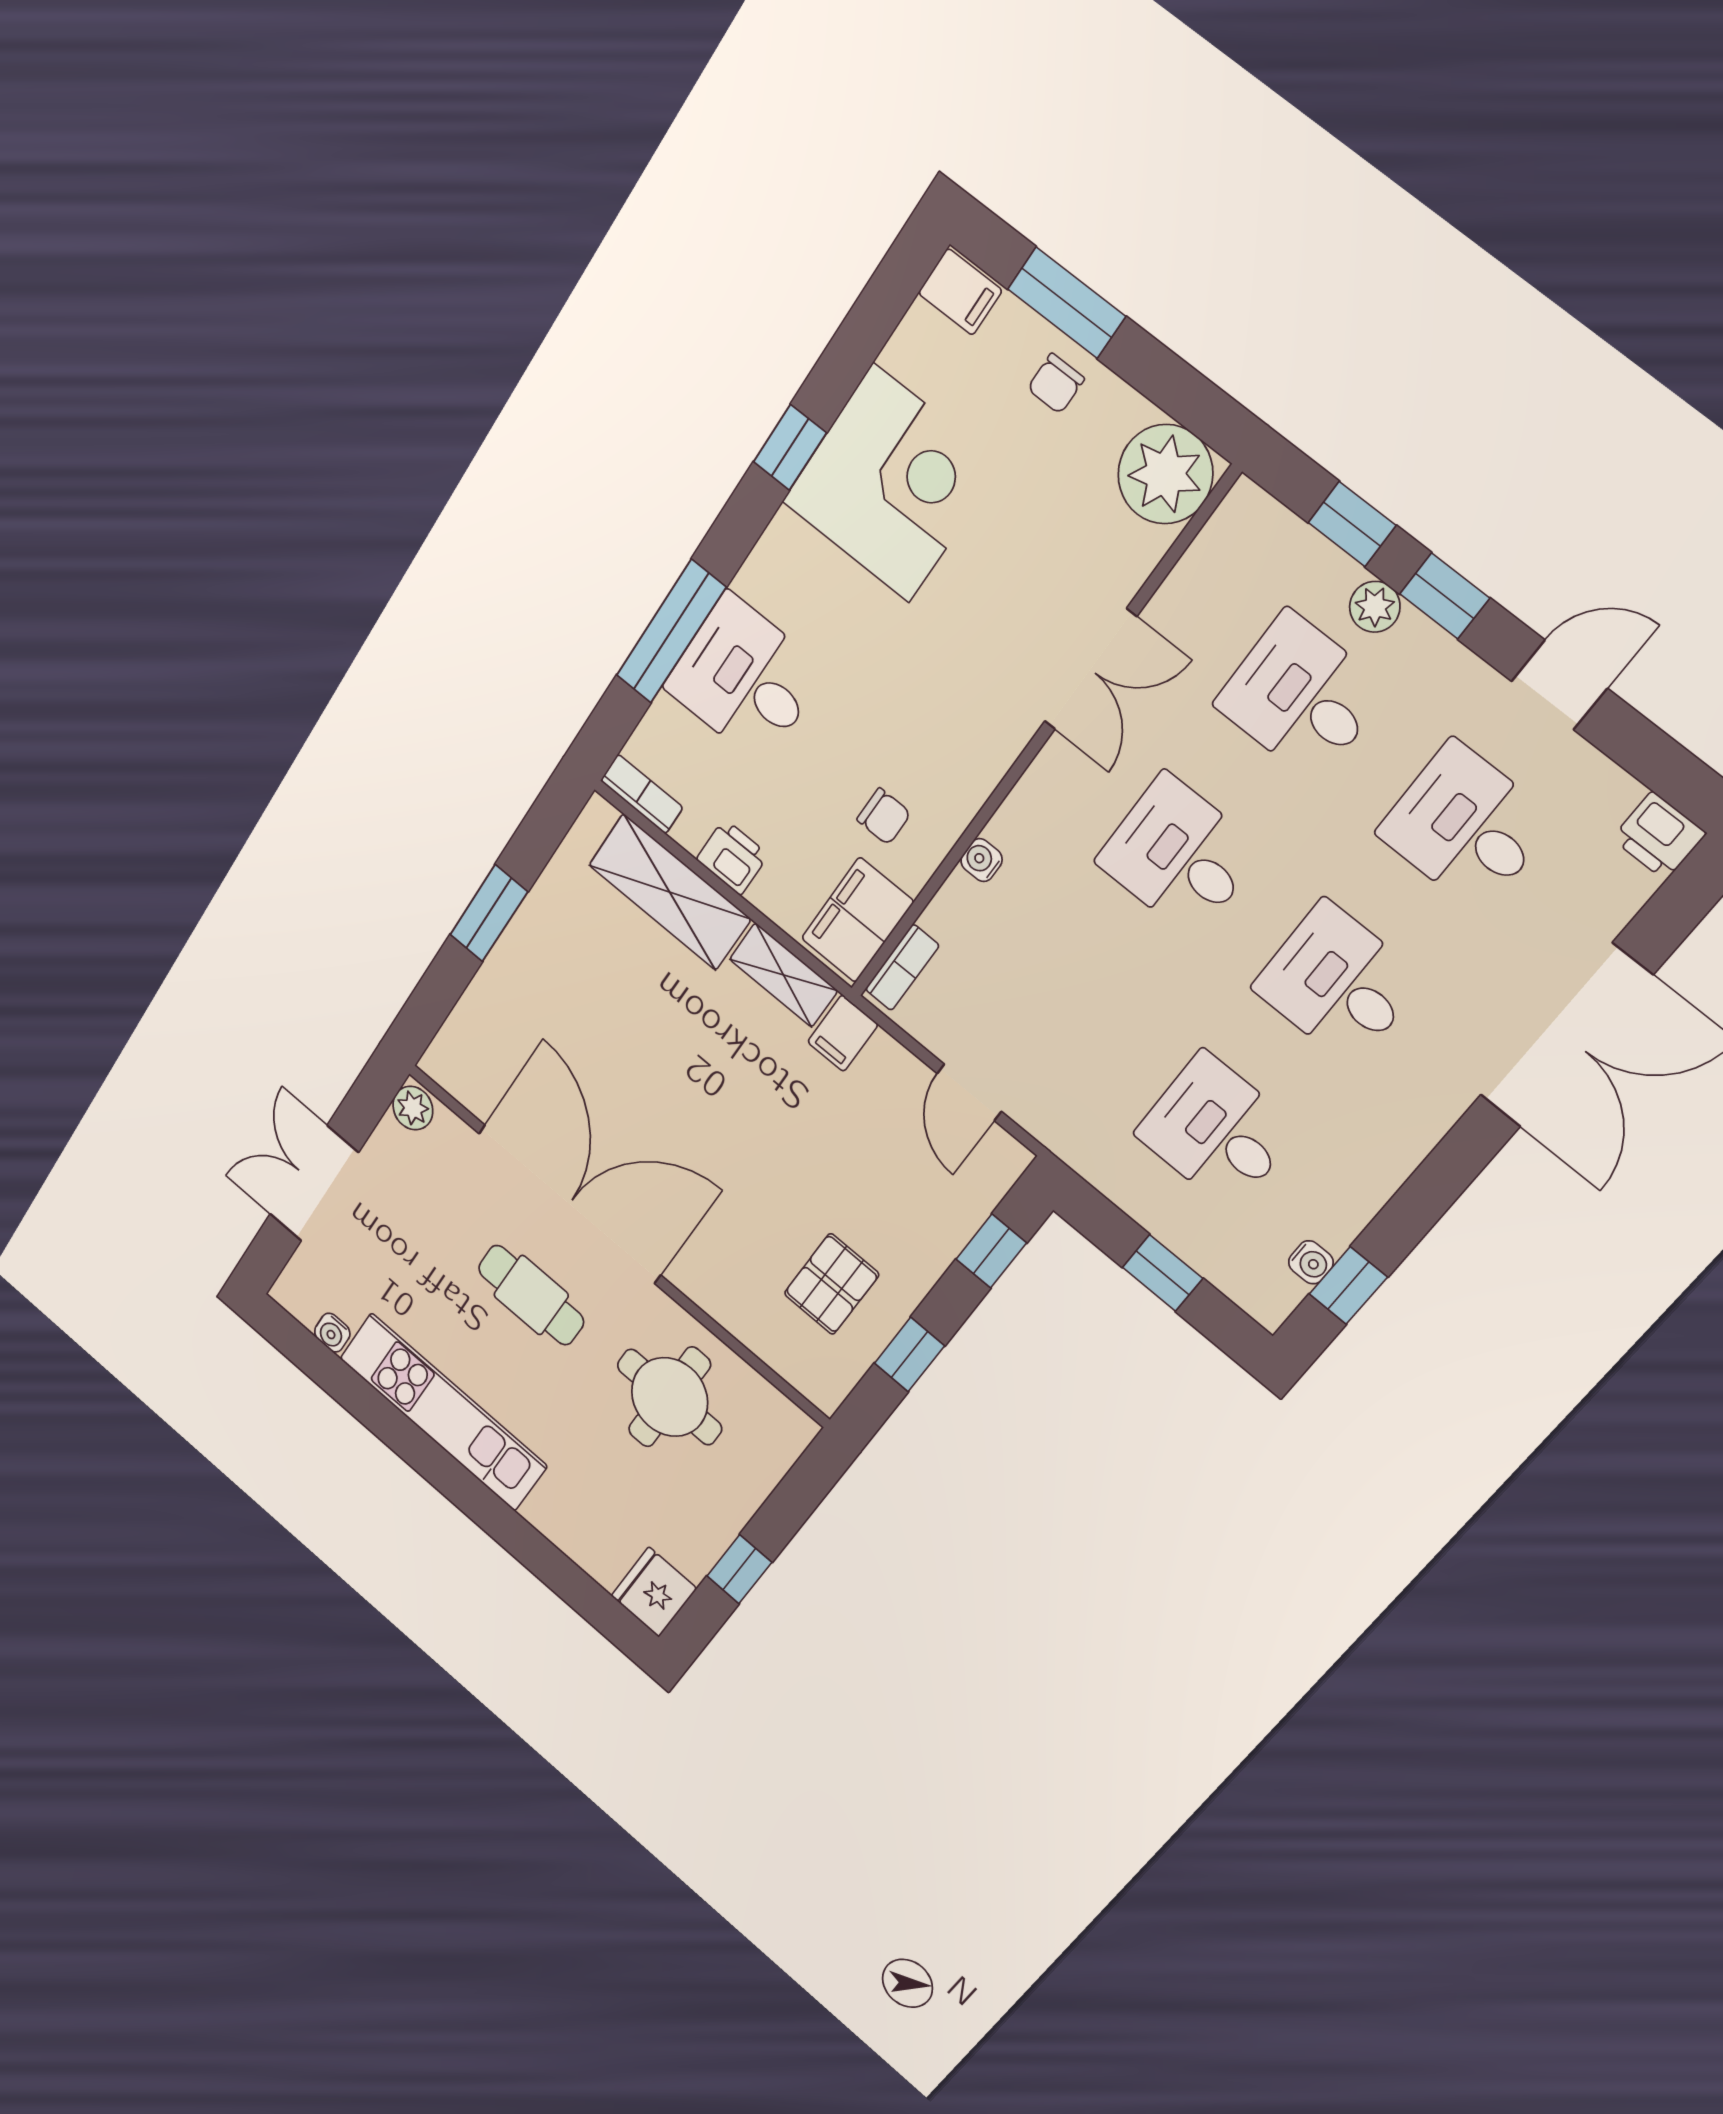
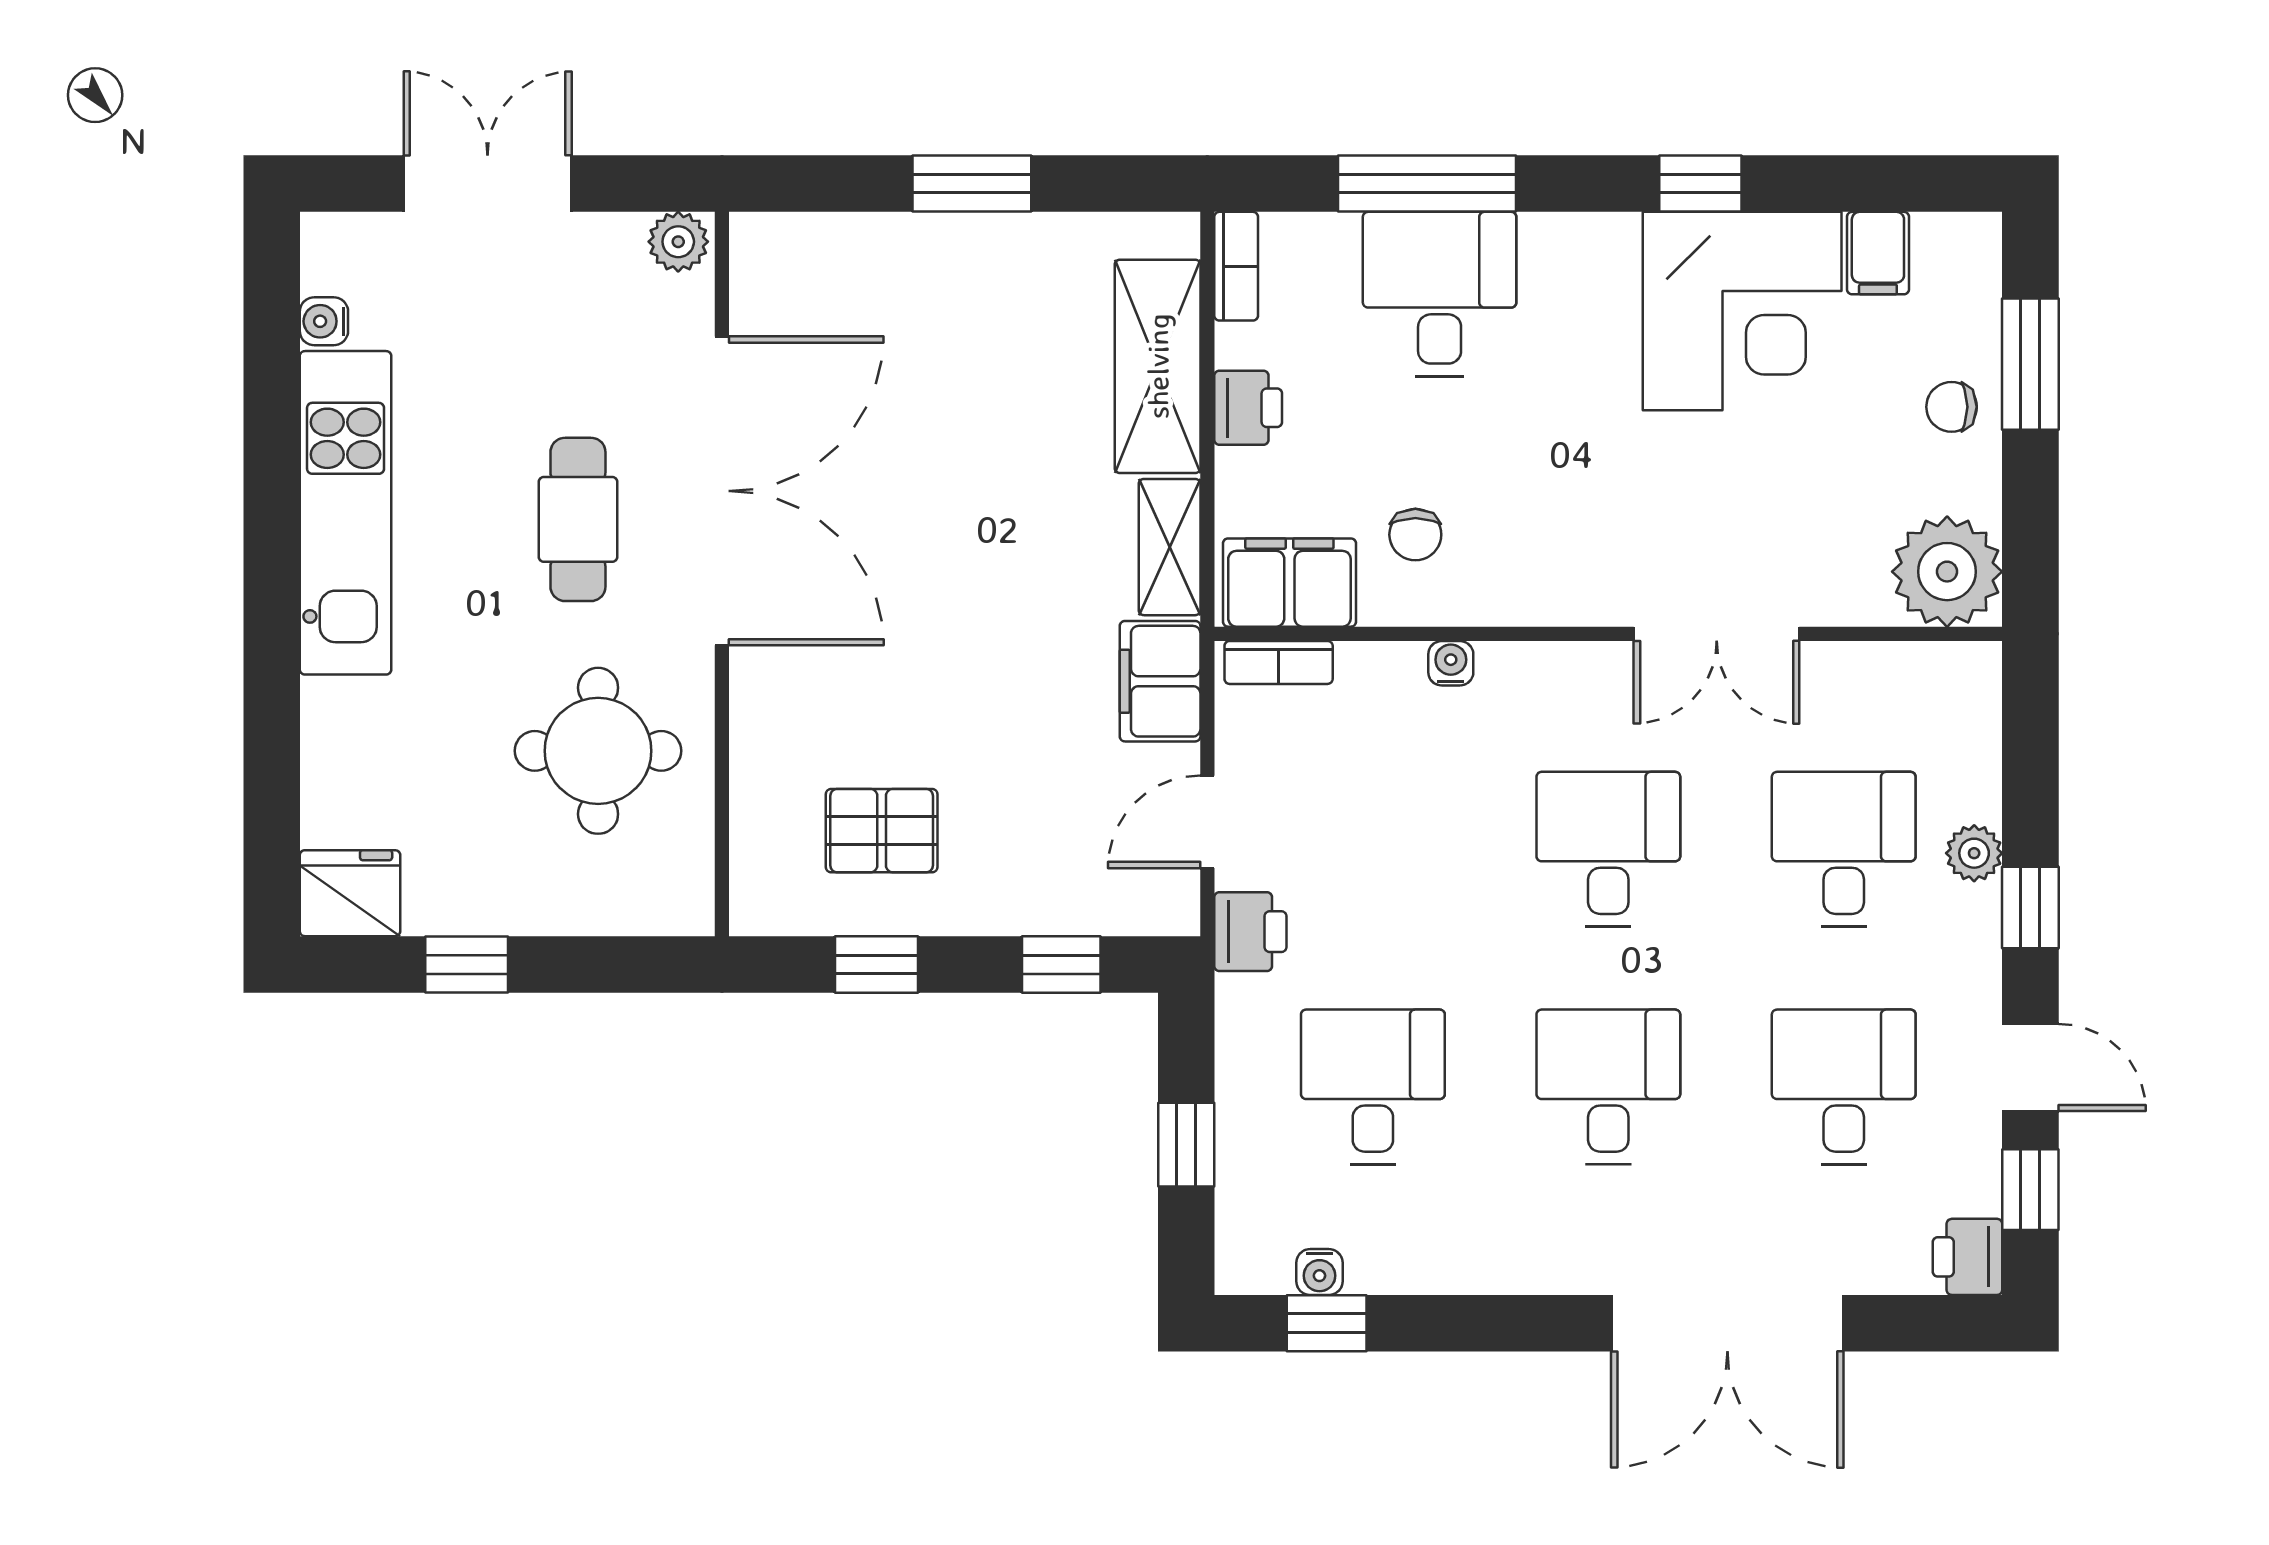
filing cabinet: (960, 292) -> (1878, 253), moved
window: (1352, 524) -> (2030, 1190), moved
filing cabinet: (843, 1033) -> (1160, 681), width x2.00
printer: (1058, 1123) -> (1250, 932), added

